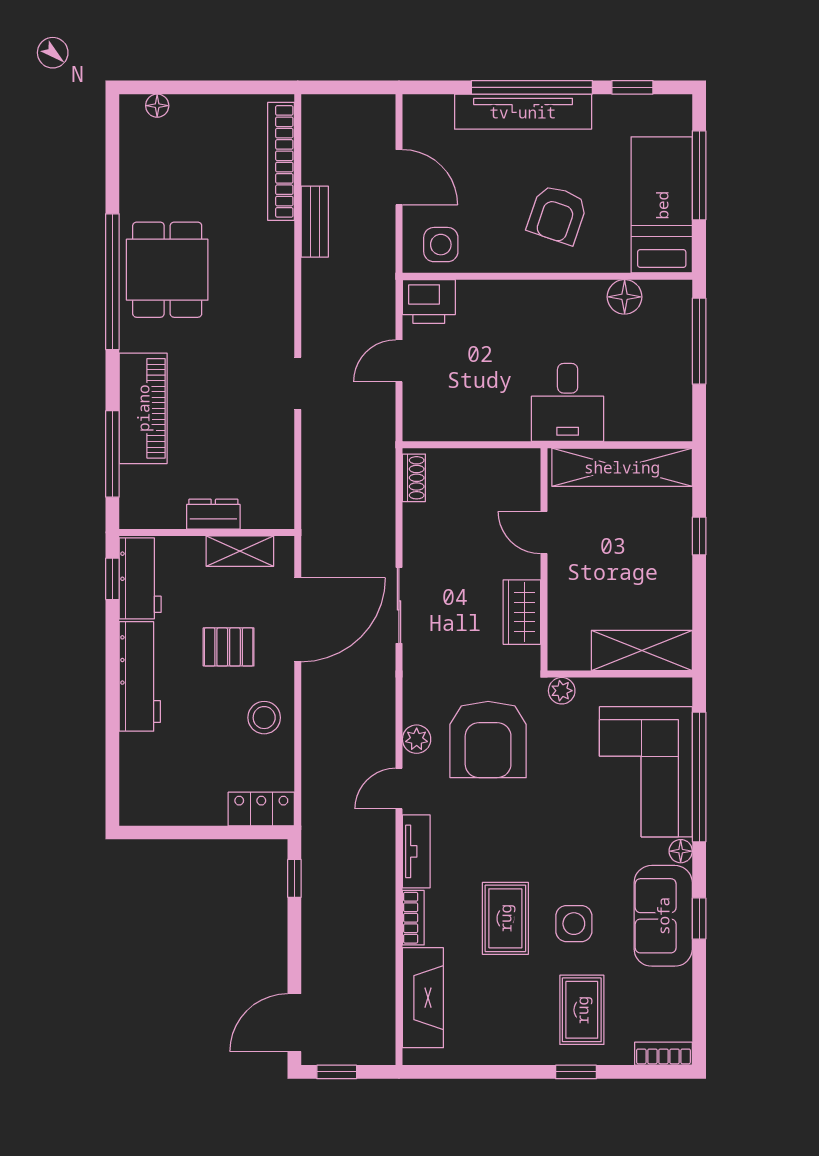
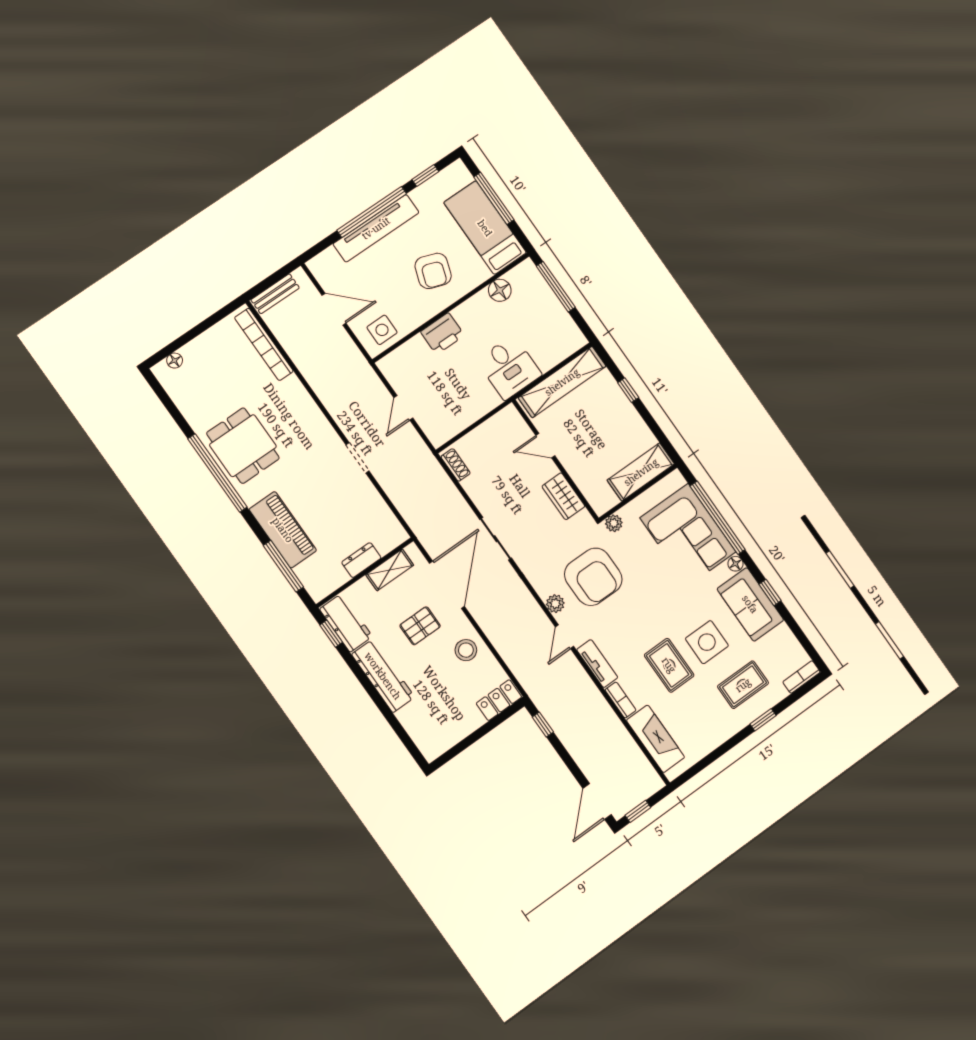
bench: (315, 222) -> (275, 294), moved, turned 90
printer: (429, 301) -> (442, 333), moved
side table: (574, 924) -> (707, 642), width x1.37, depth x1.37
rug: (582, 1010) -> (743, 685), turned 90

